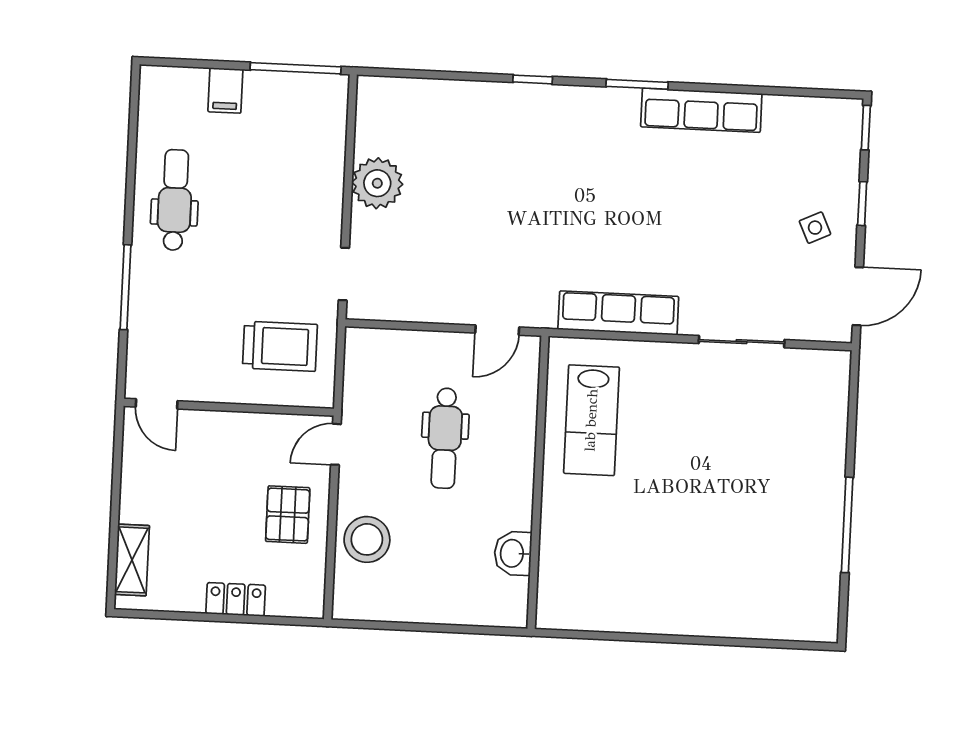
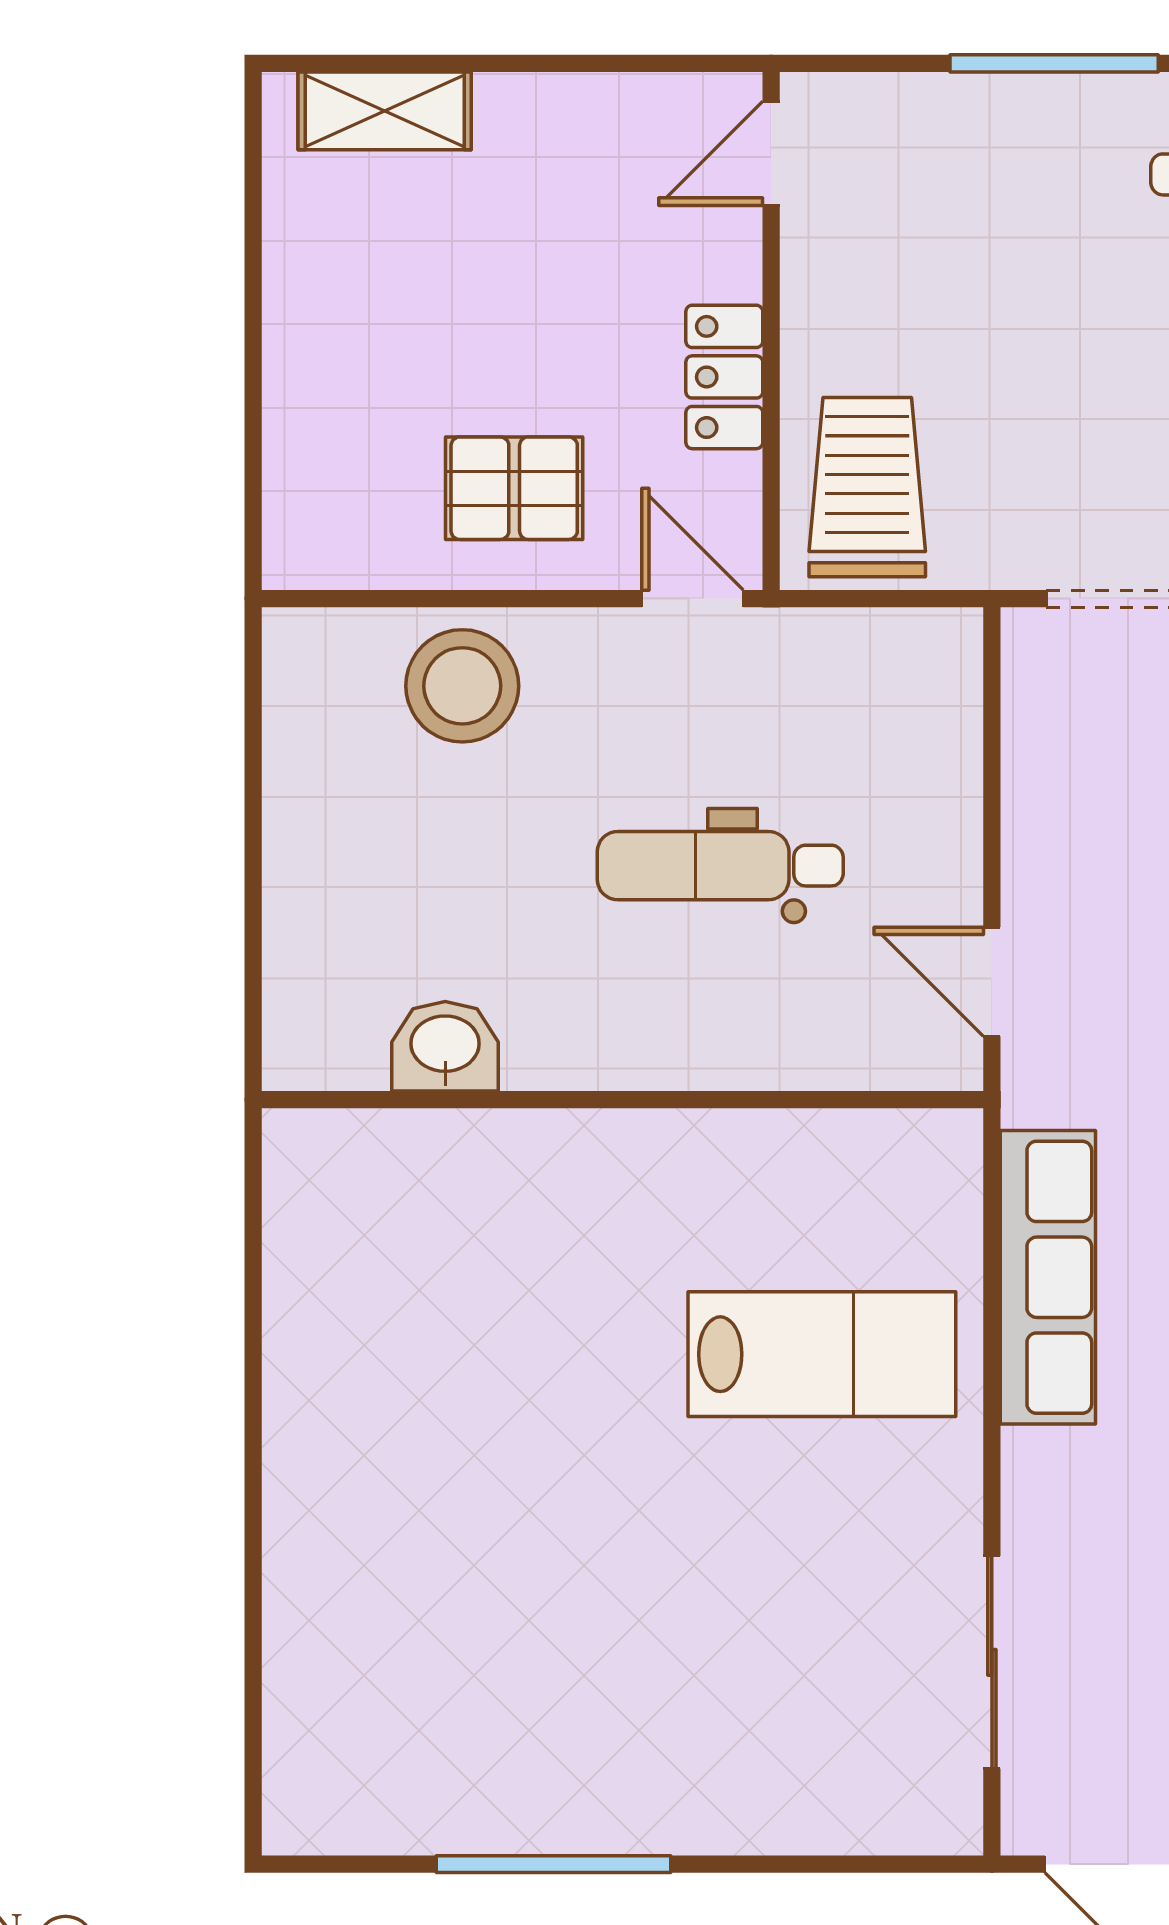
sliding door: (742, 342) -> (992, 1662), moved
trolley: (280, 346) -> (867, 487), moved, turned 180
lab bench: (591, 420) -> (822, 1354), moved, turned 180
locker: (236, 599) -> (724, 377), moved, turned 180

